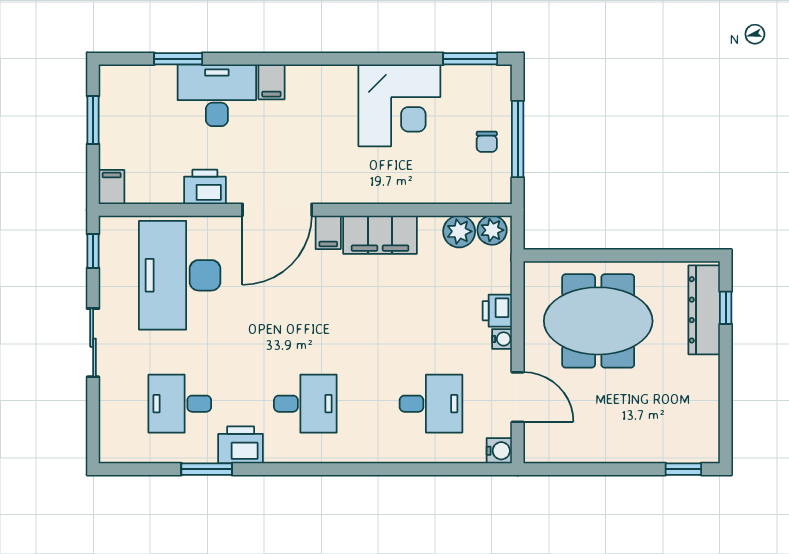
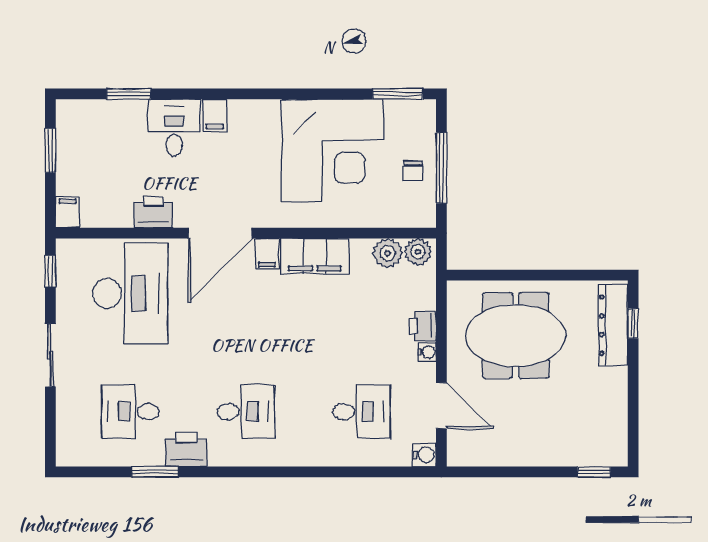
desk: (217, 95) -> (174, 128), width x0.73
corner desk: (399, 105) -> (333, 151), width x1.36, depth x1.36
desk: (180, 275) -> (130, 293), turned 180

